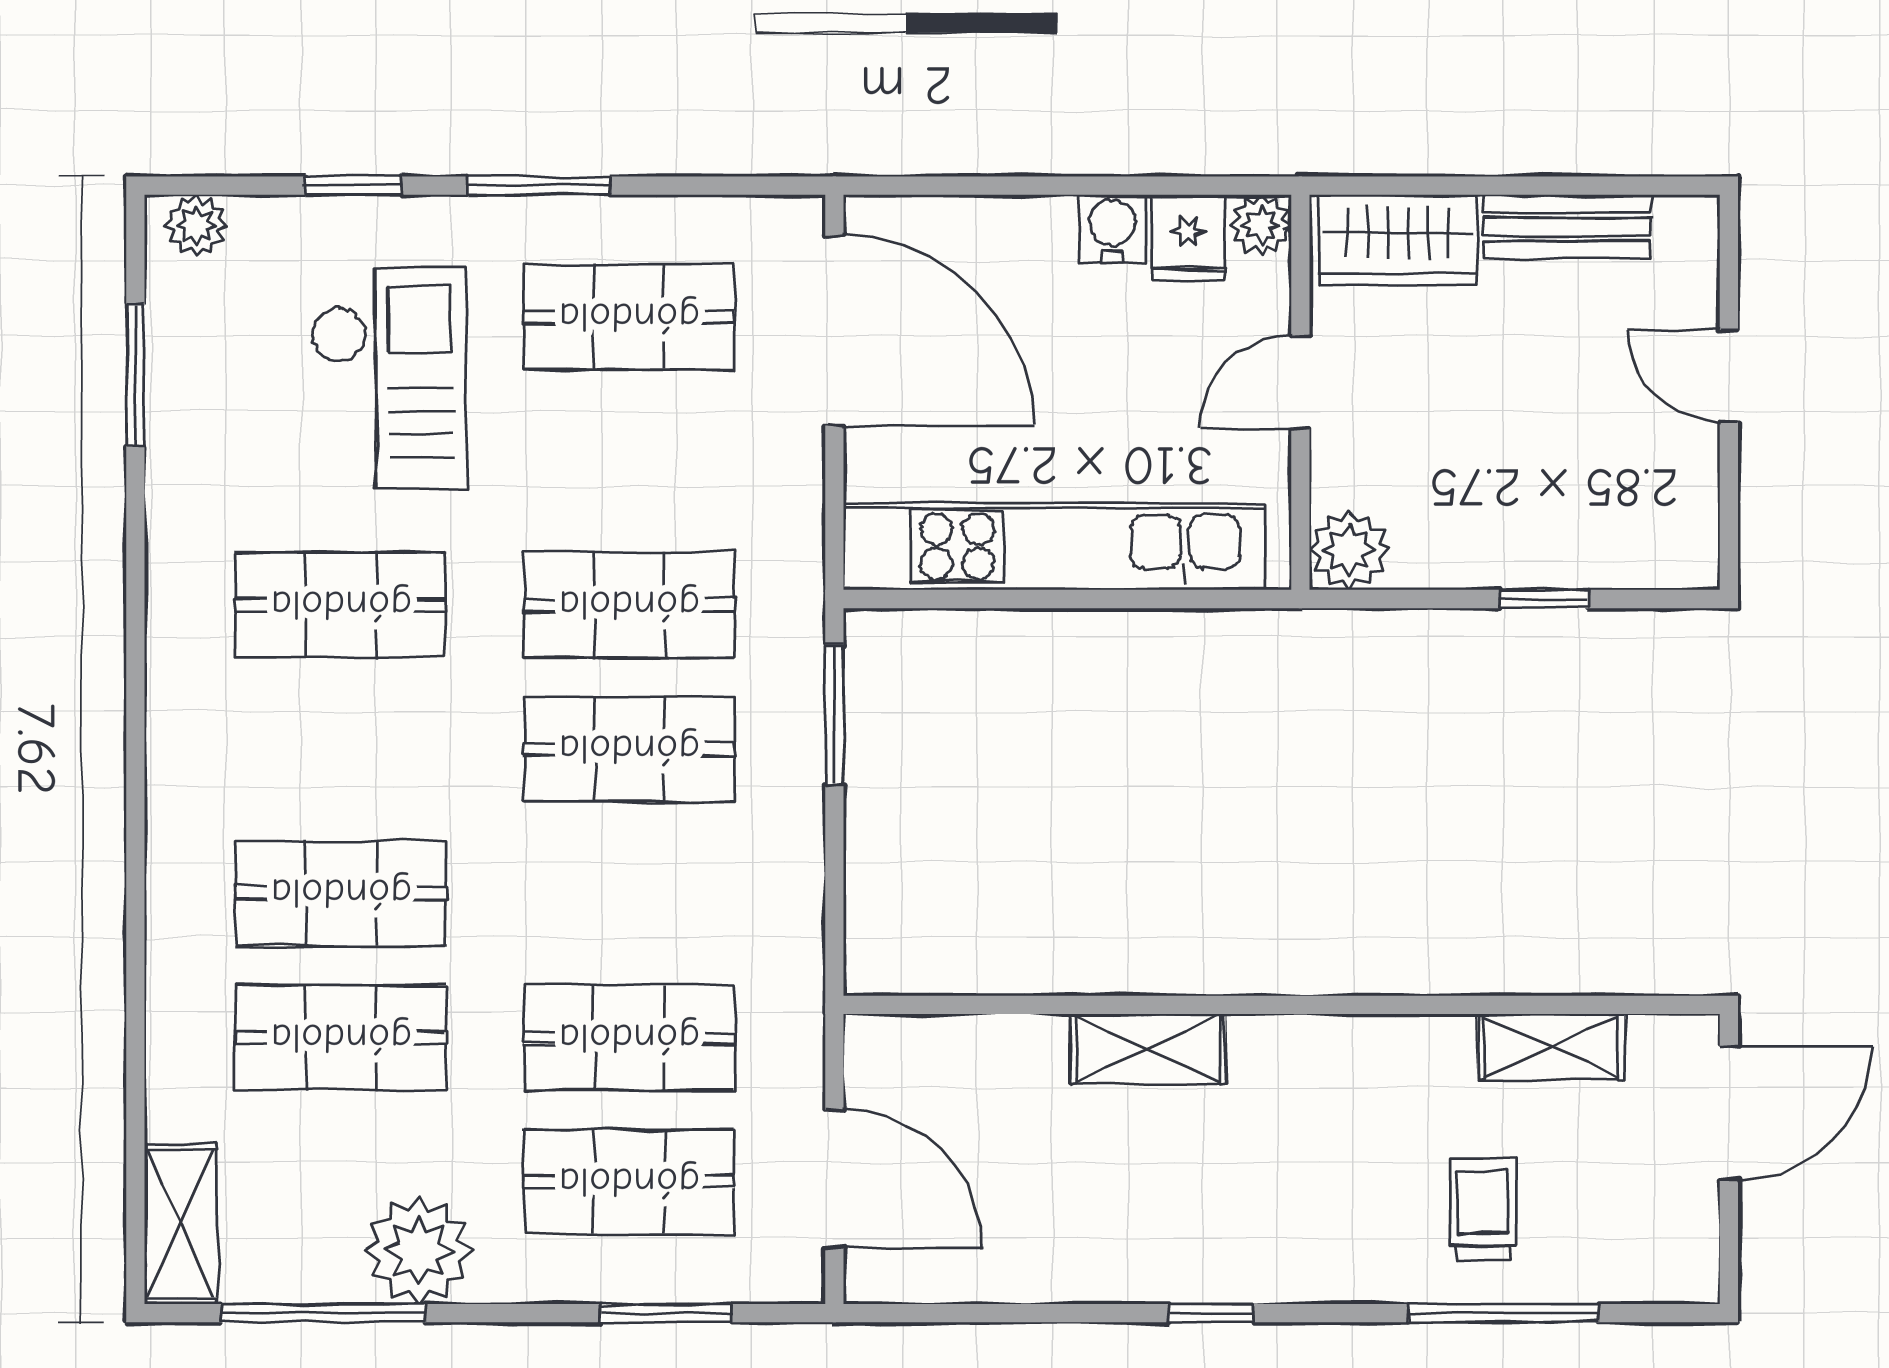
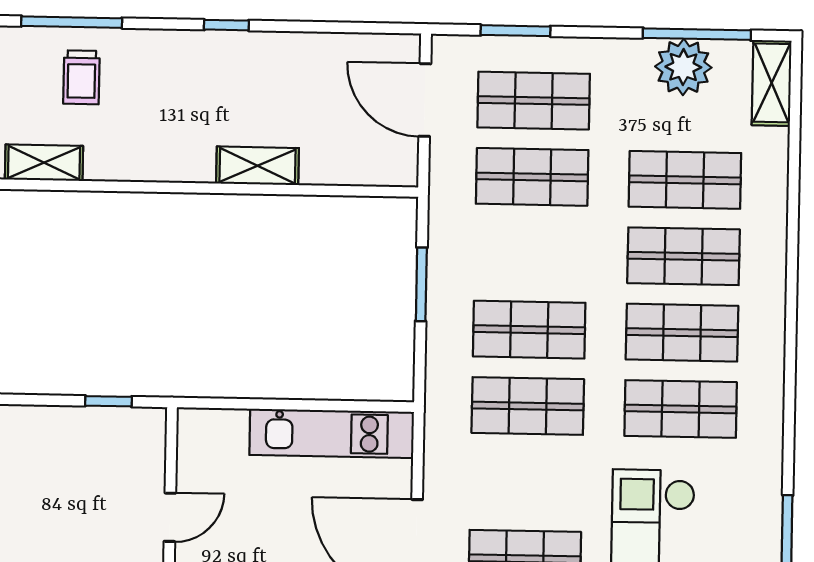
kitchen unit: (1054, 546) -> (332, 433), width x0.73
plant: (1349, 550) -> (146, 428), removed
window: (1544, 599) -> (108, 401), moved
window: (834, 715) -> (421, 284), moved
shop shelf: (341, 749) -> (682, 333), added
plant: (419, 1251) -> (683, 67), moved

